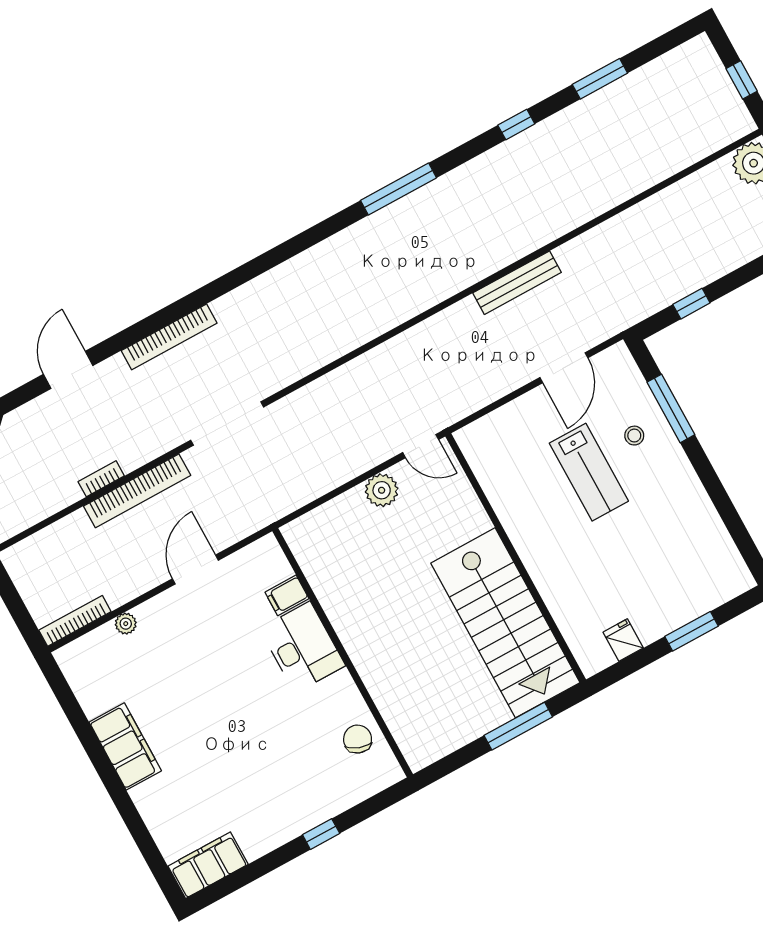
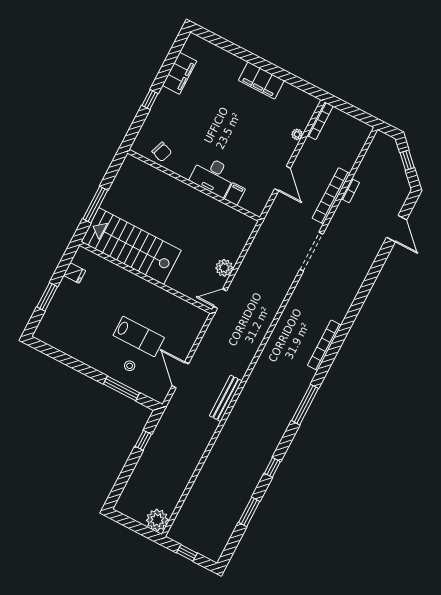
bookcase: (169, 337) -> (324, 345), moved
lab bench: (589, 472) -> (139, 336), turned 180
filing cabinet: (208, 865) -> (180, 73), moved

